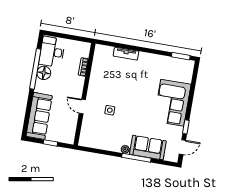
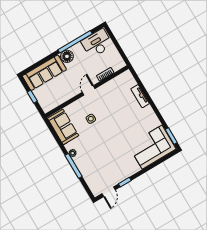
floor lamp: (44, 73) -> (67, 56), moved
corner sofa: (172, 103) -> (152, 147), moved
door: (82, 107) -> (89, 90), moved
door: (182, 147) -> (109, 192), hinge flipped
sofa: (148, 148) -> (63, 127), moved

